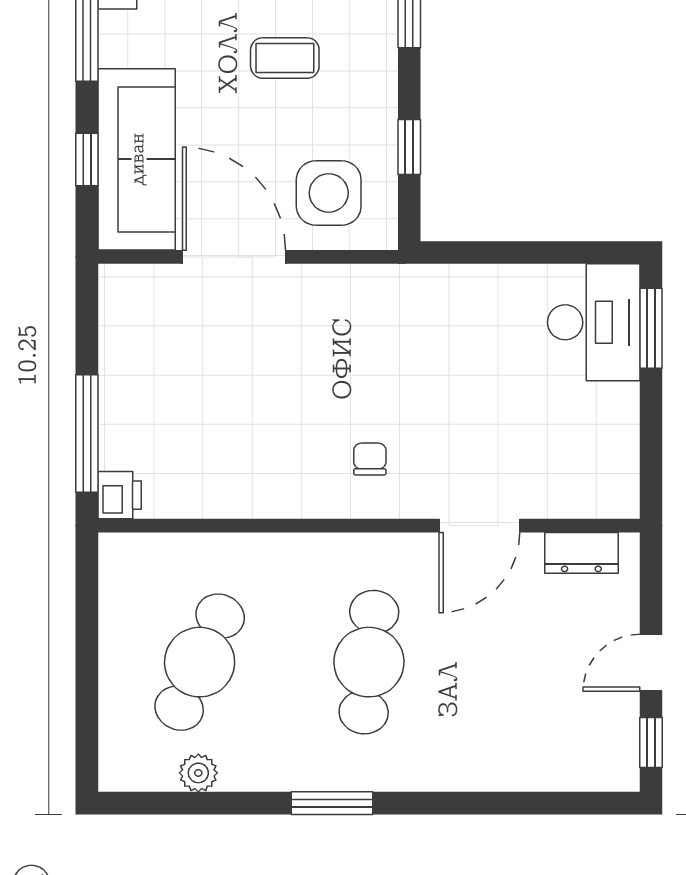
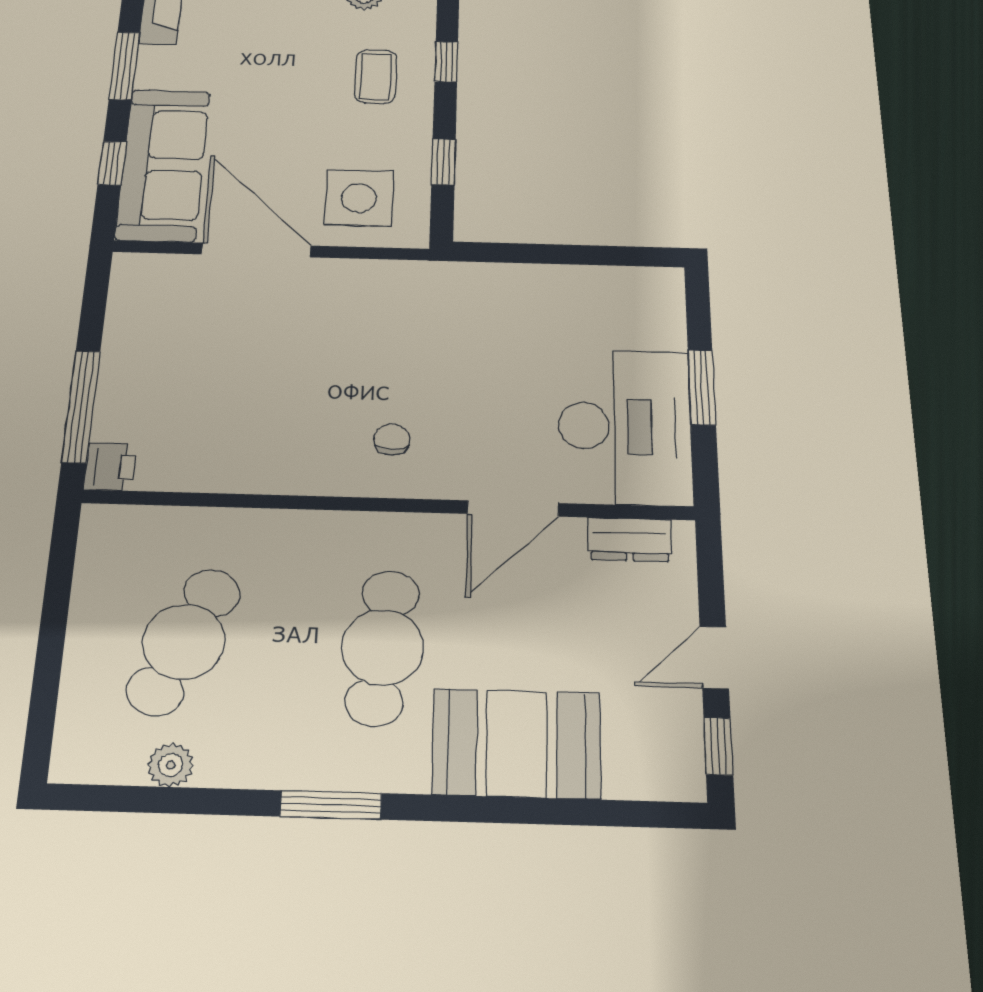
coffee table: (285, 58) -> (376, 77), moved, turned 90
desk: (594, 322) -> (625, 426), moved, width x1.36, depth x1.30
window: (651, 328) -> (702, 387), moved
booth: (484, 745) -> (517, 743), added

